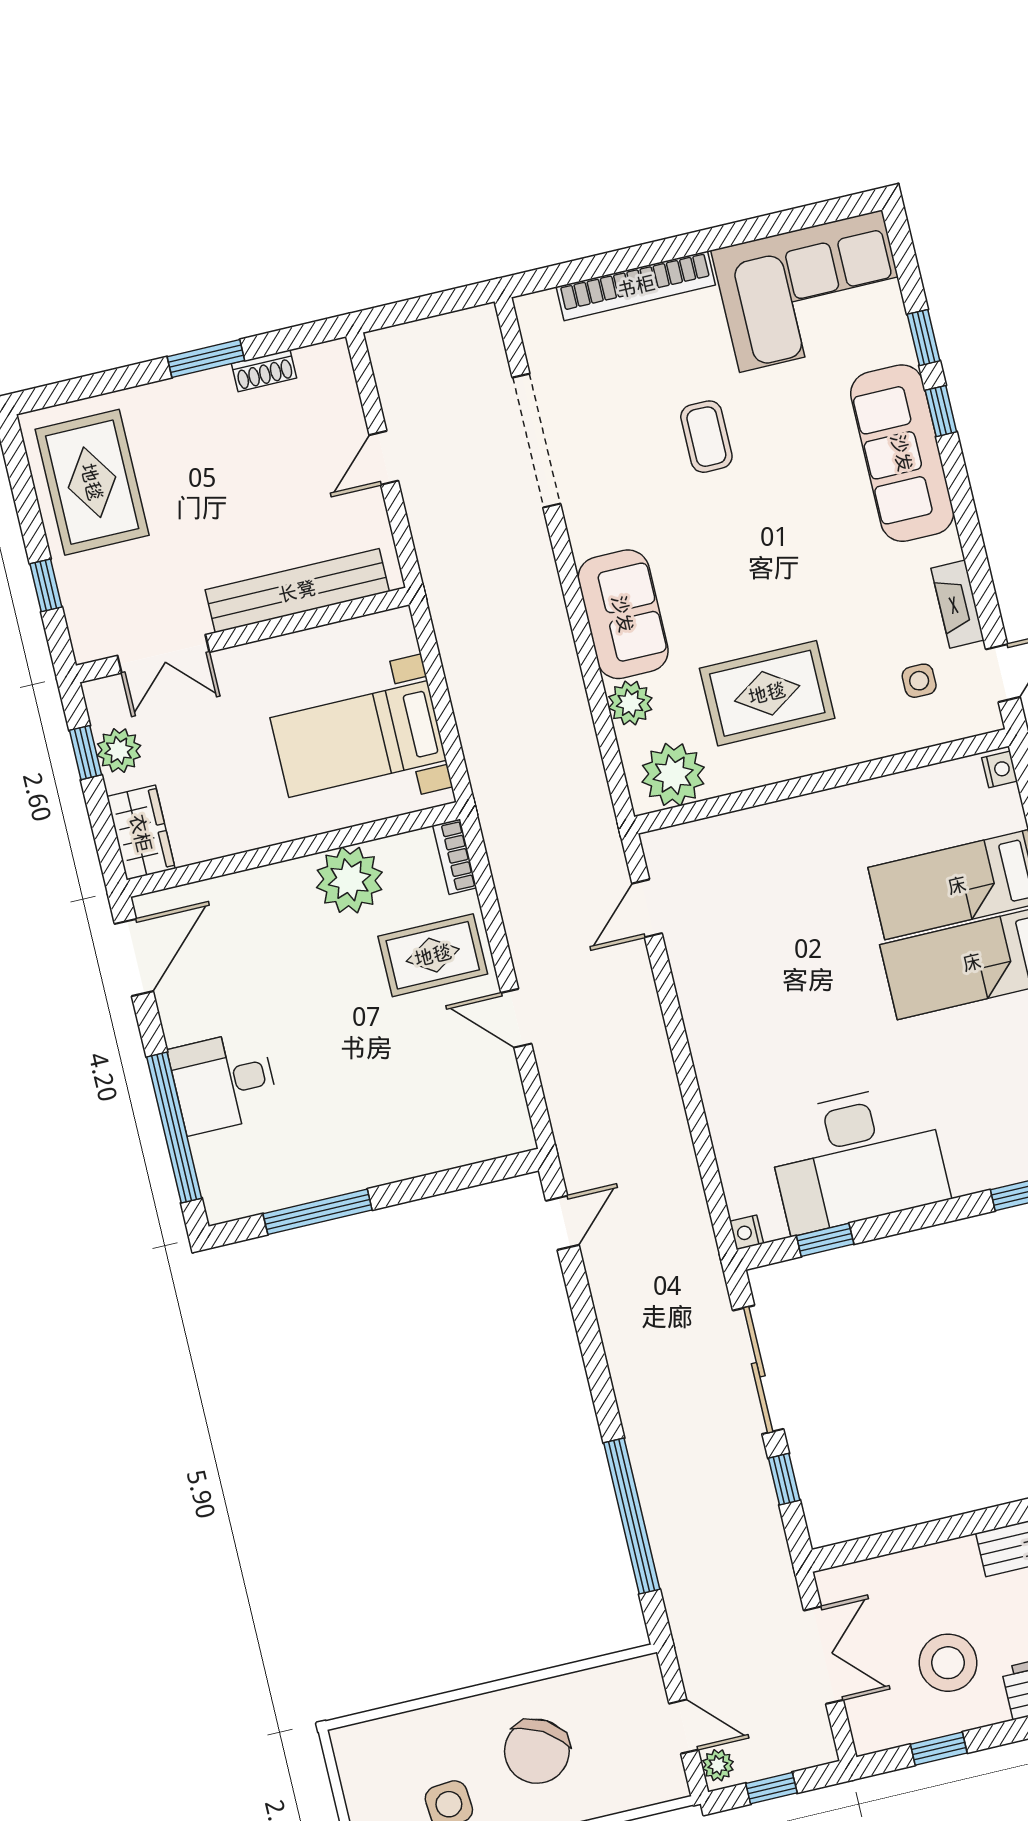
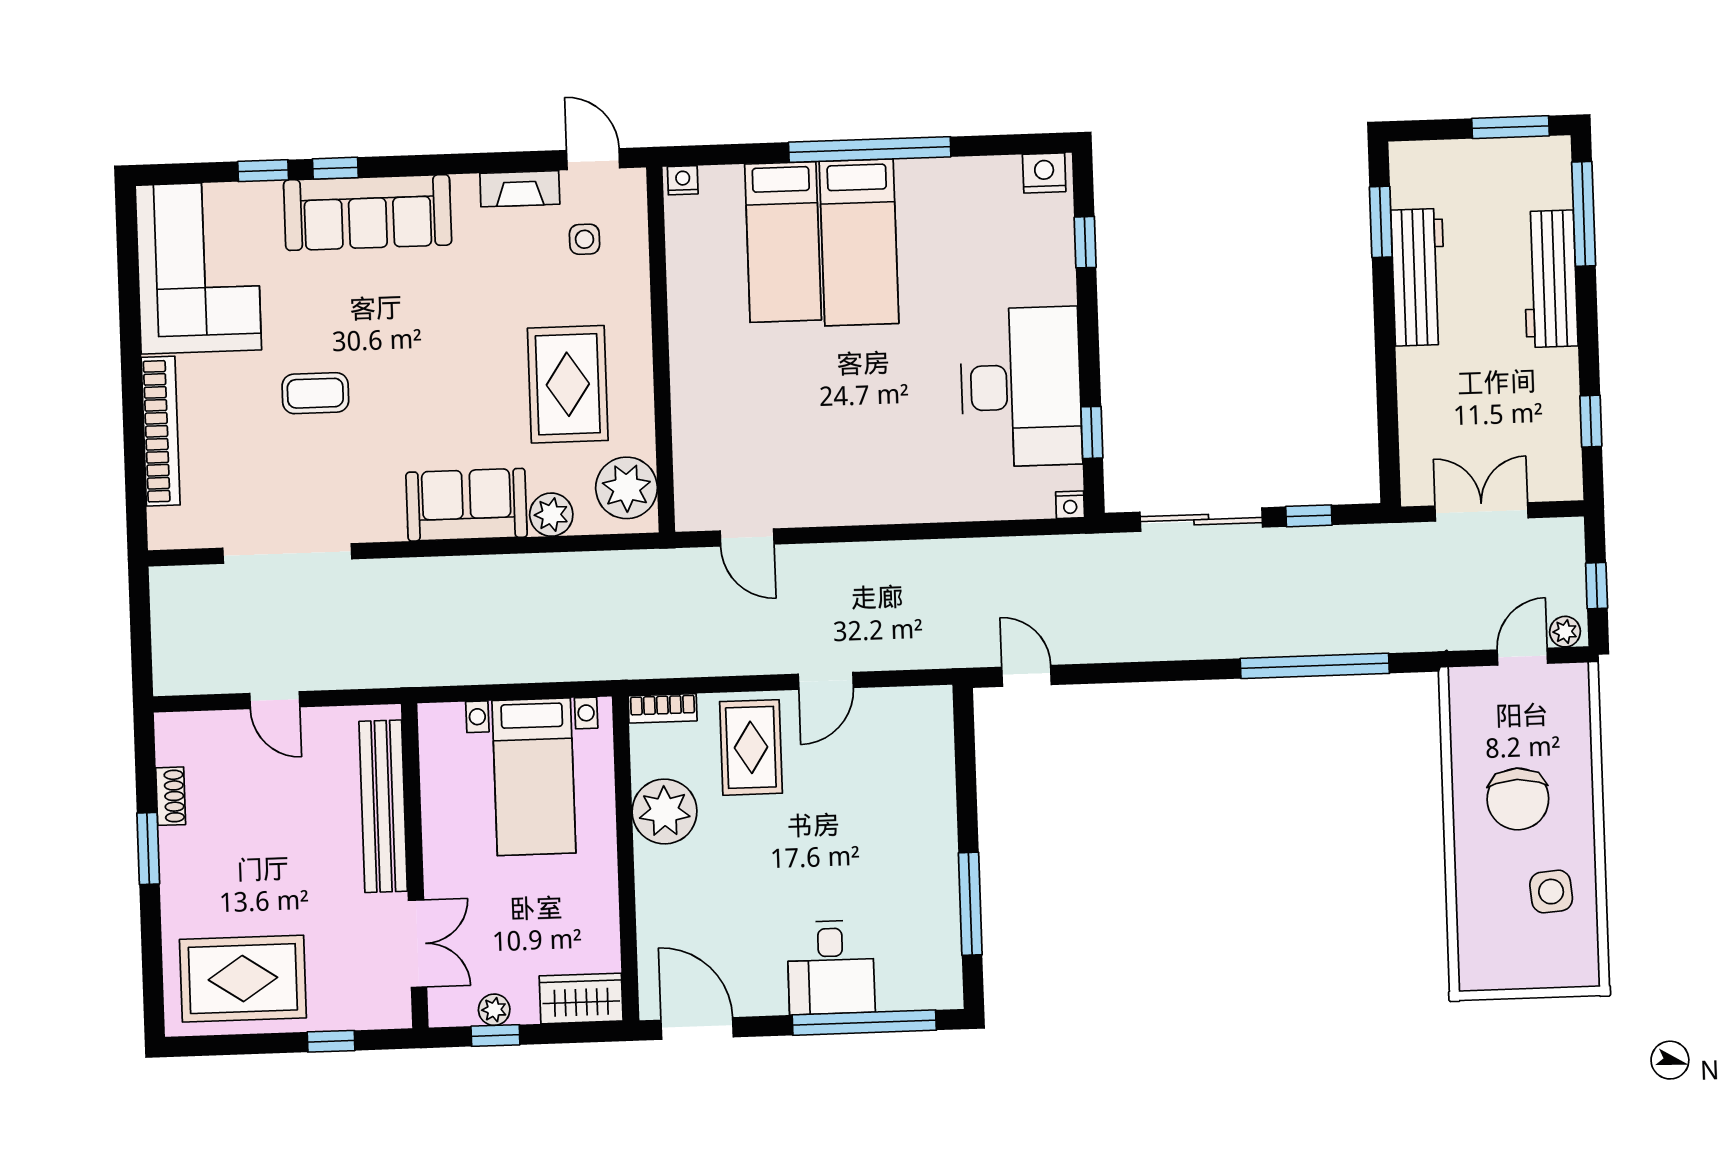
plant: (119, 750) -> (494, 1010), width x0.73, depth x0.73
stool: (948, 1663) -> (1512, 396), removed
chair: (537, 1751) -> (1518, 799), turned 59

